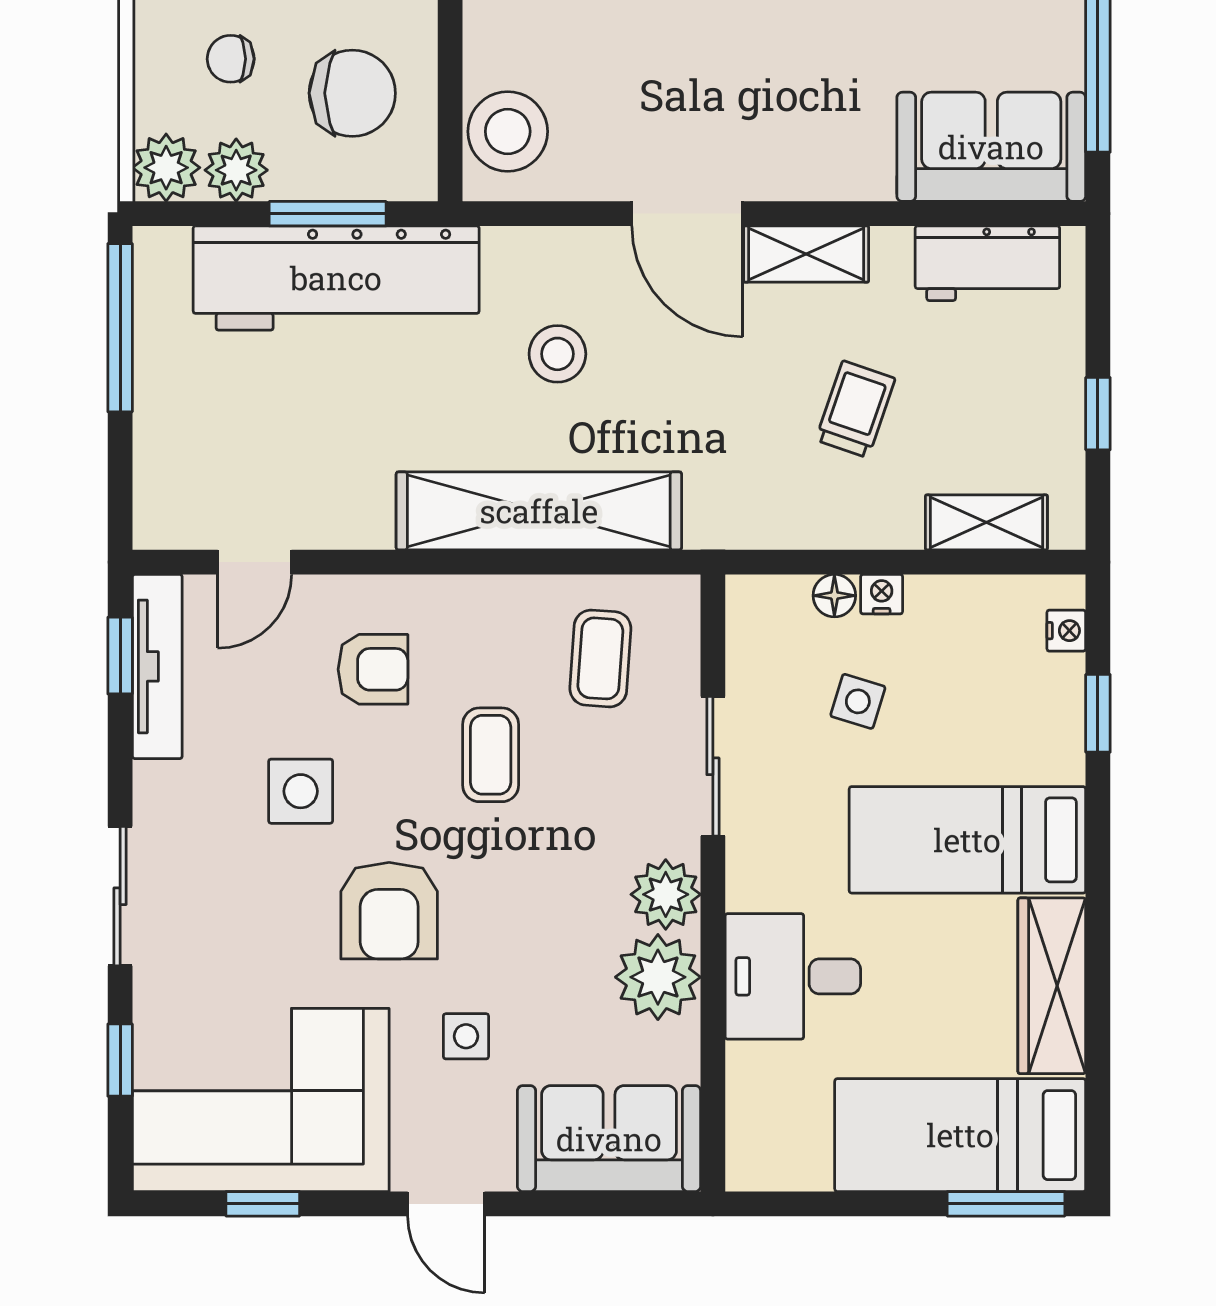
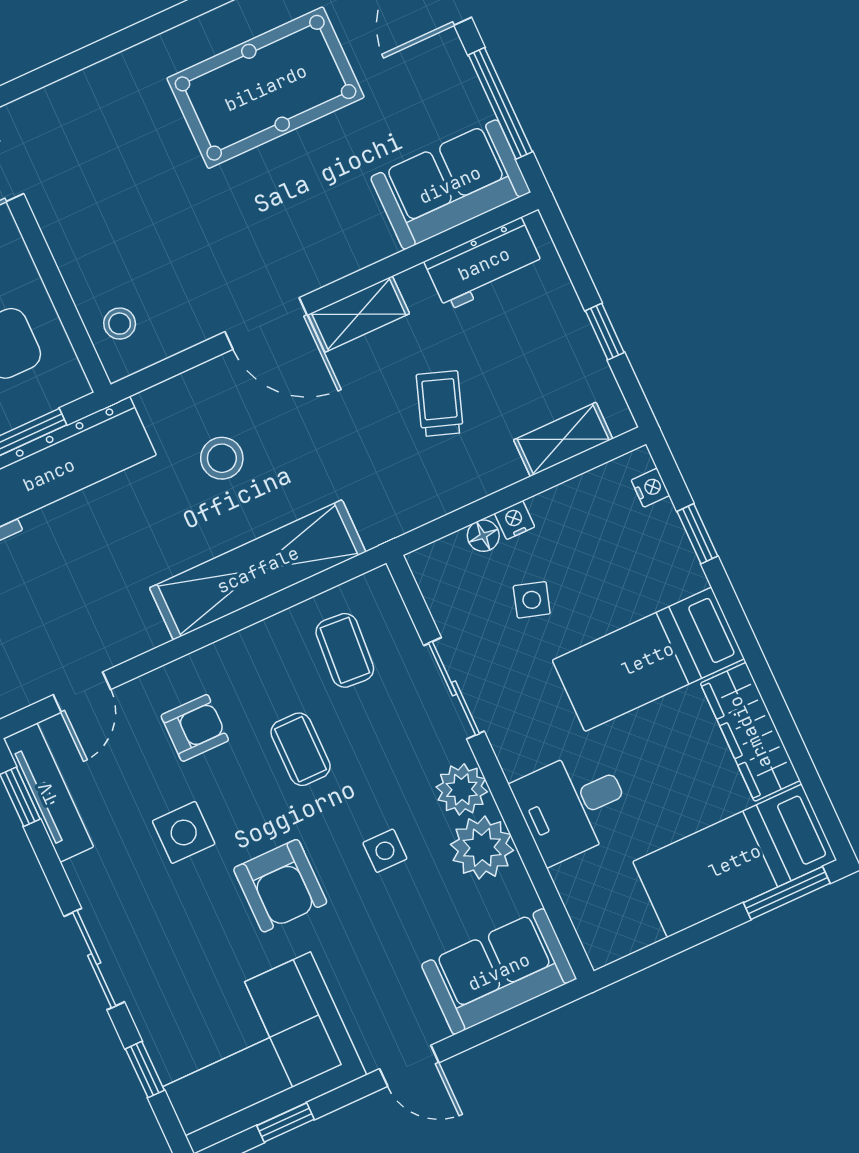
stool: (508, 131) -> (120, 324), width x0.53, depth x0.53
side table: (466, 1036) -> (385, 851), moved

